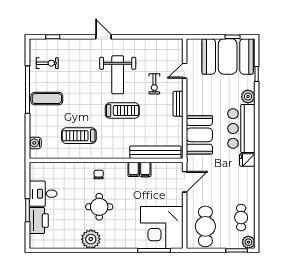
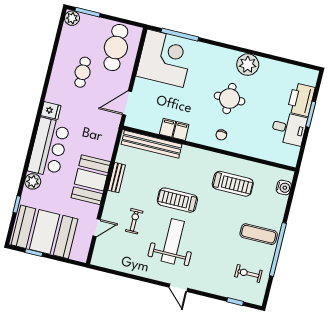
bench: (178, 104) -> (117, 178), moved
booth: (199, 135) -> (91, 180), moved
cafe table: (241, 218) -> (83, 72), moved

